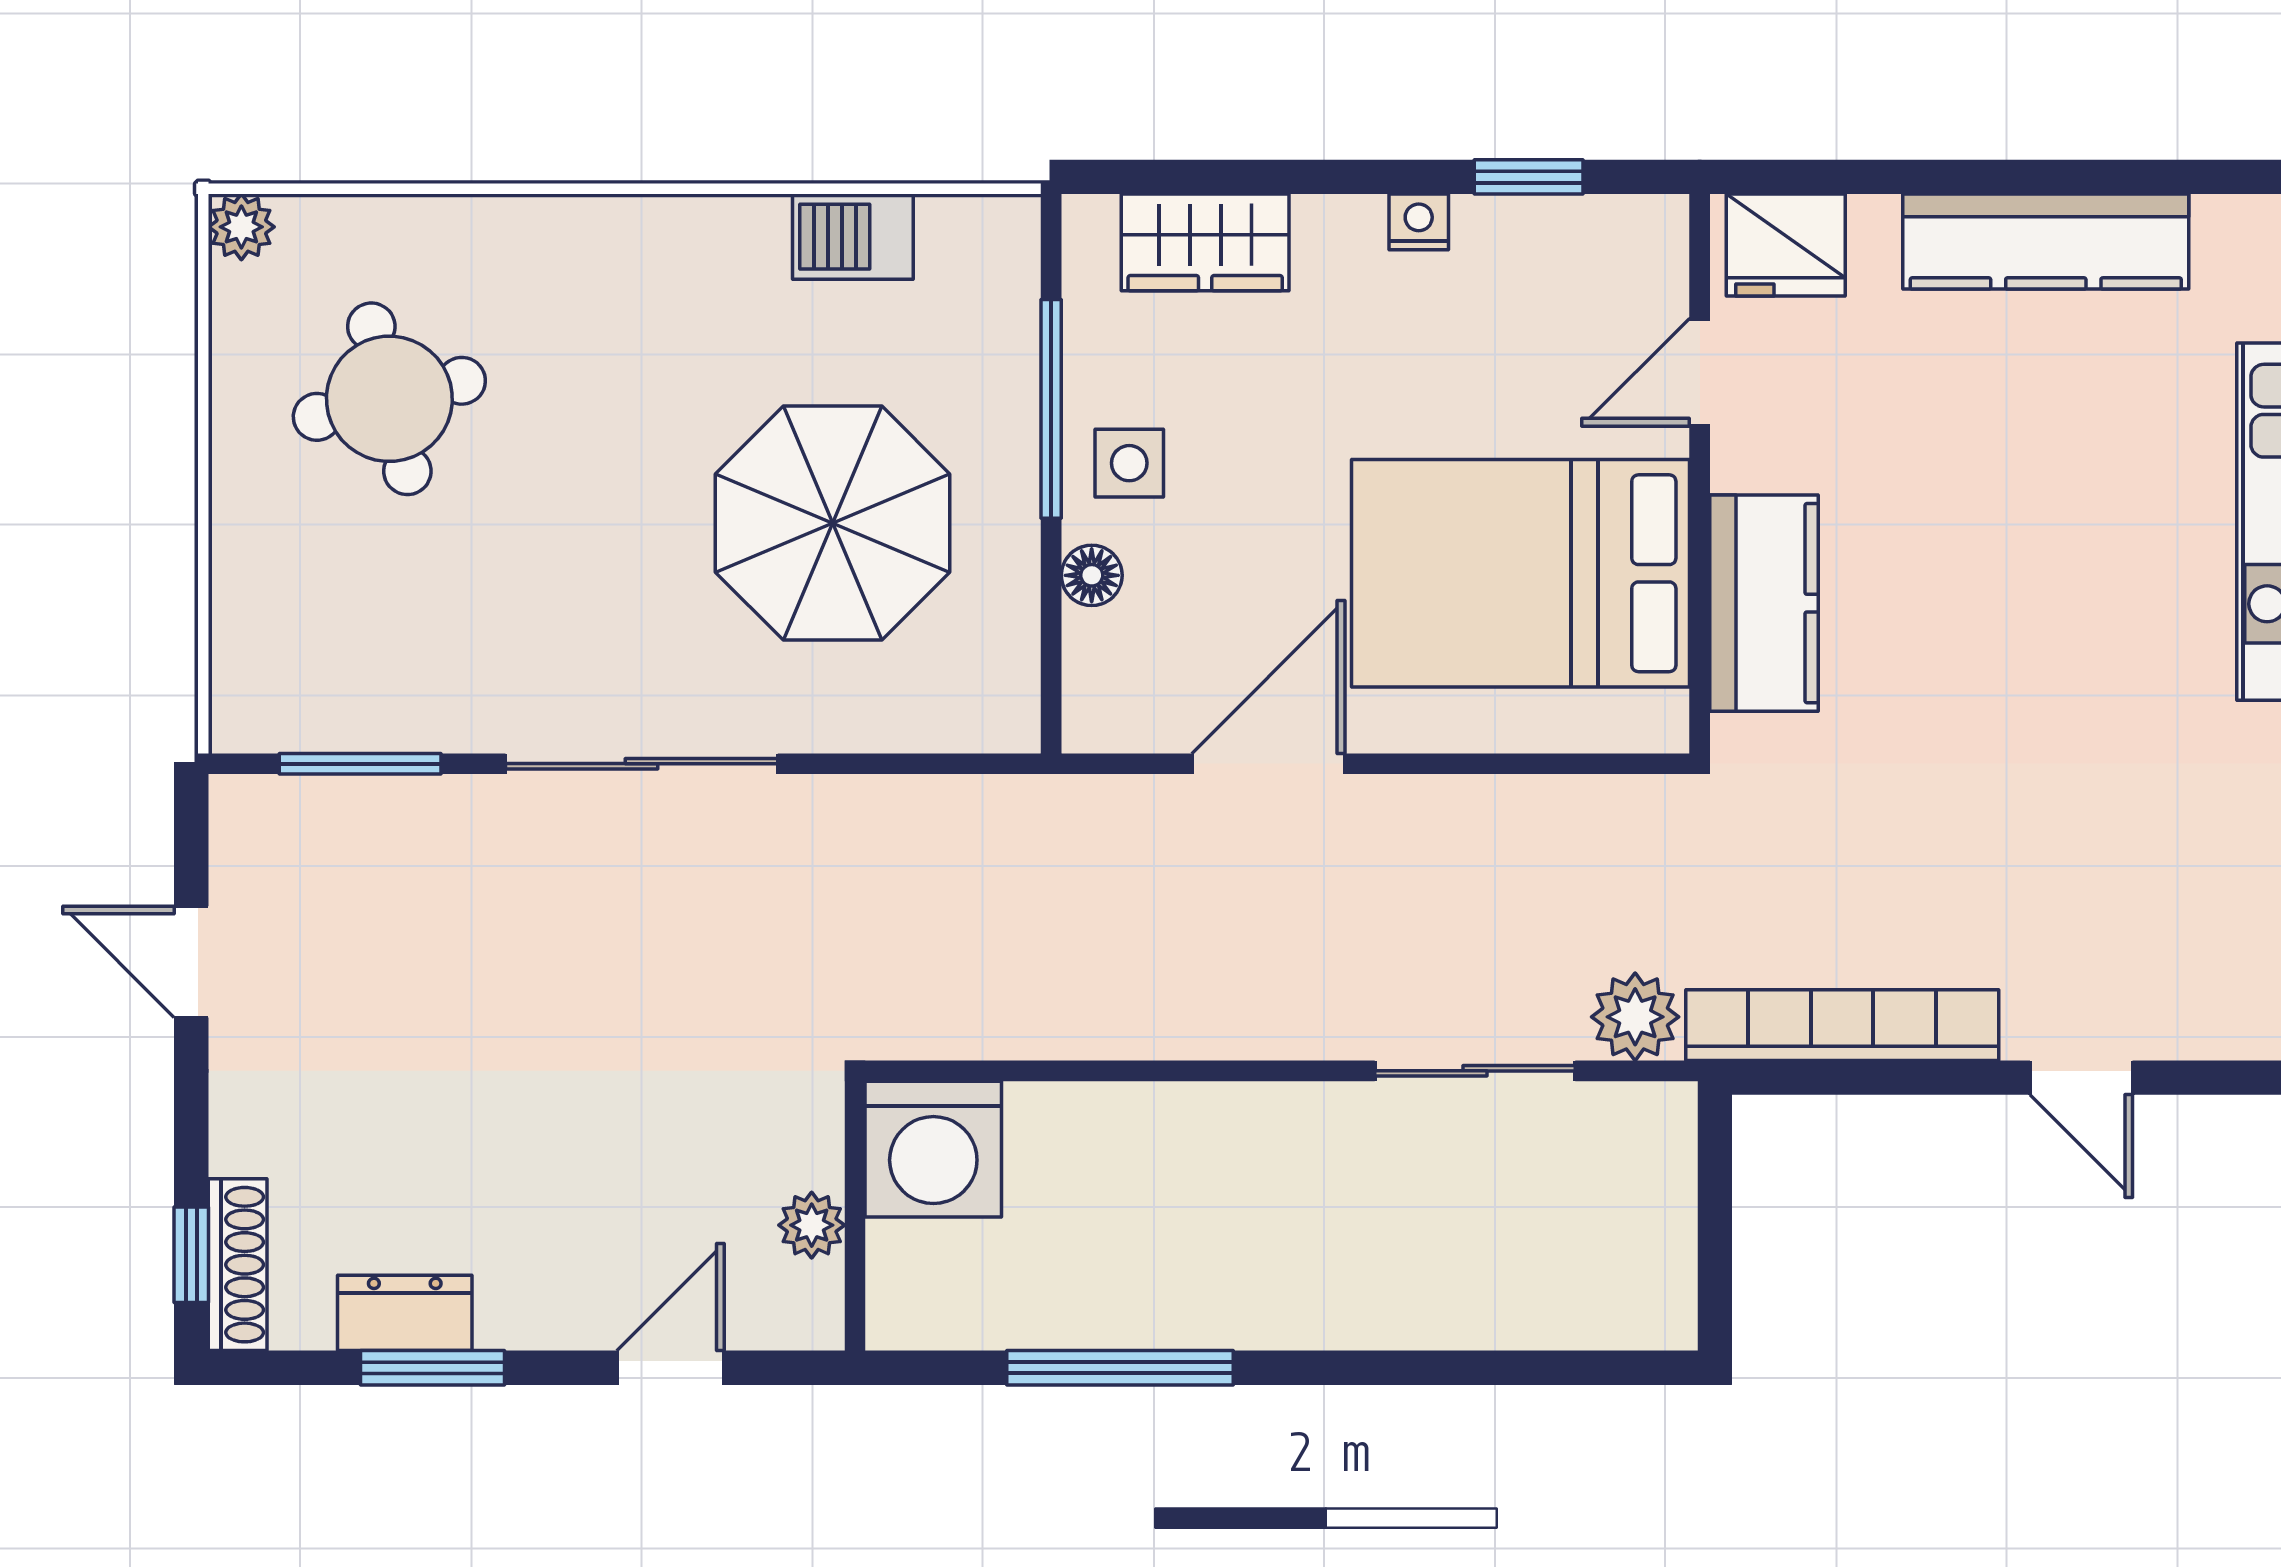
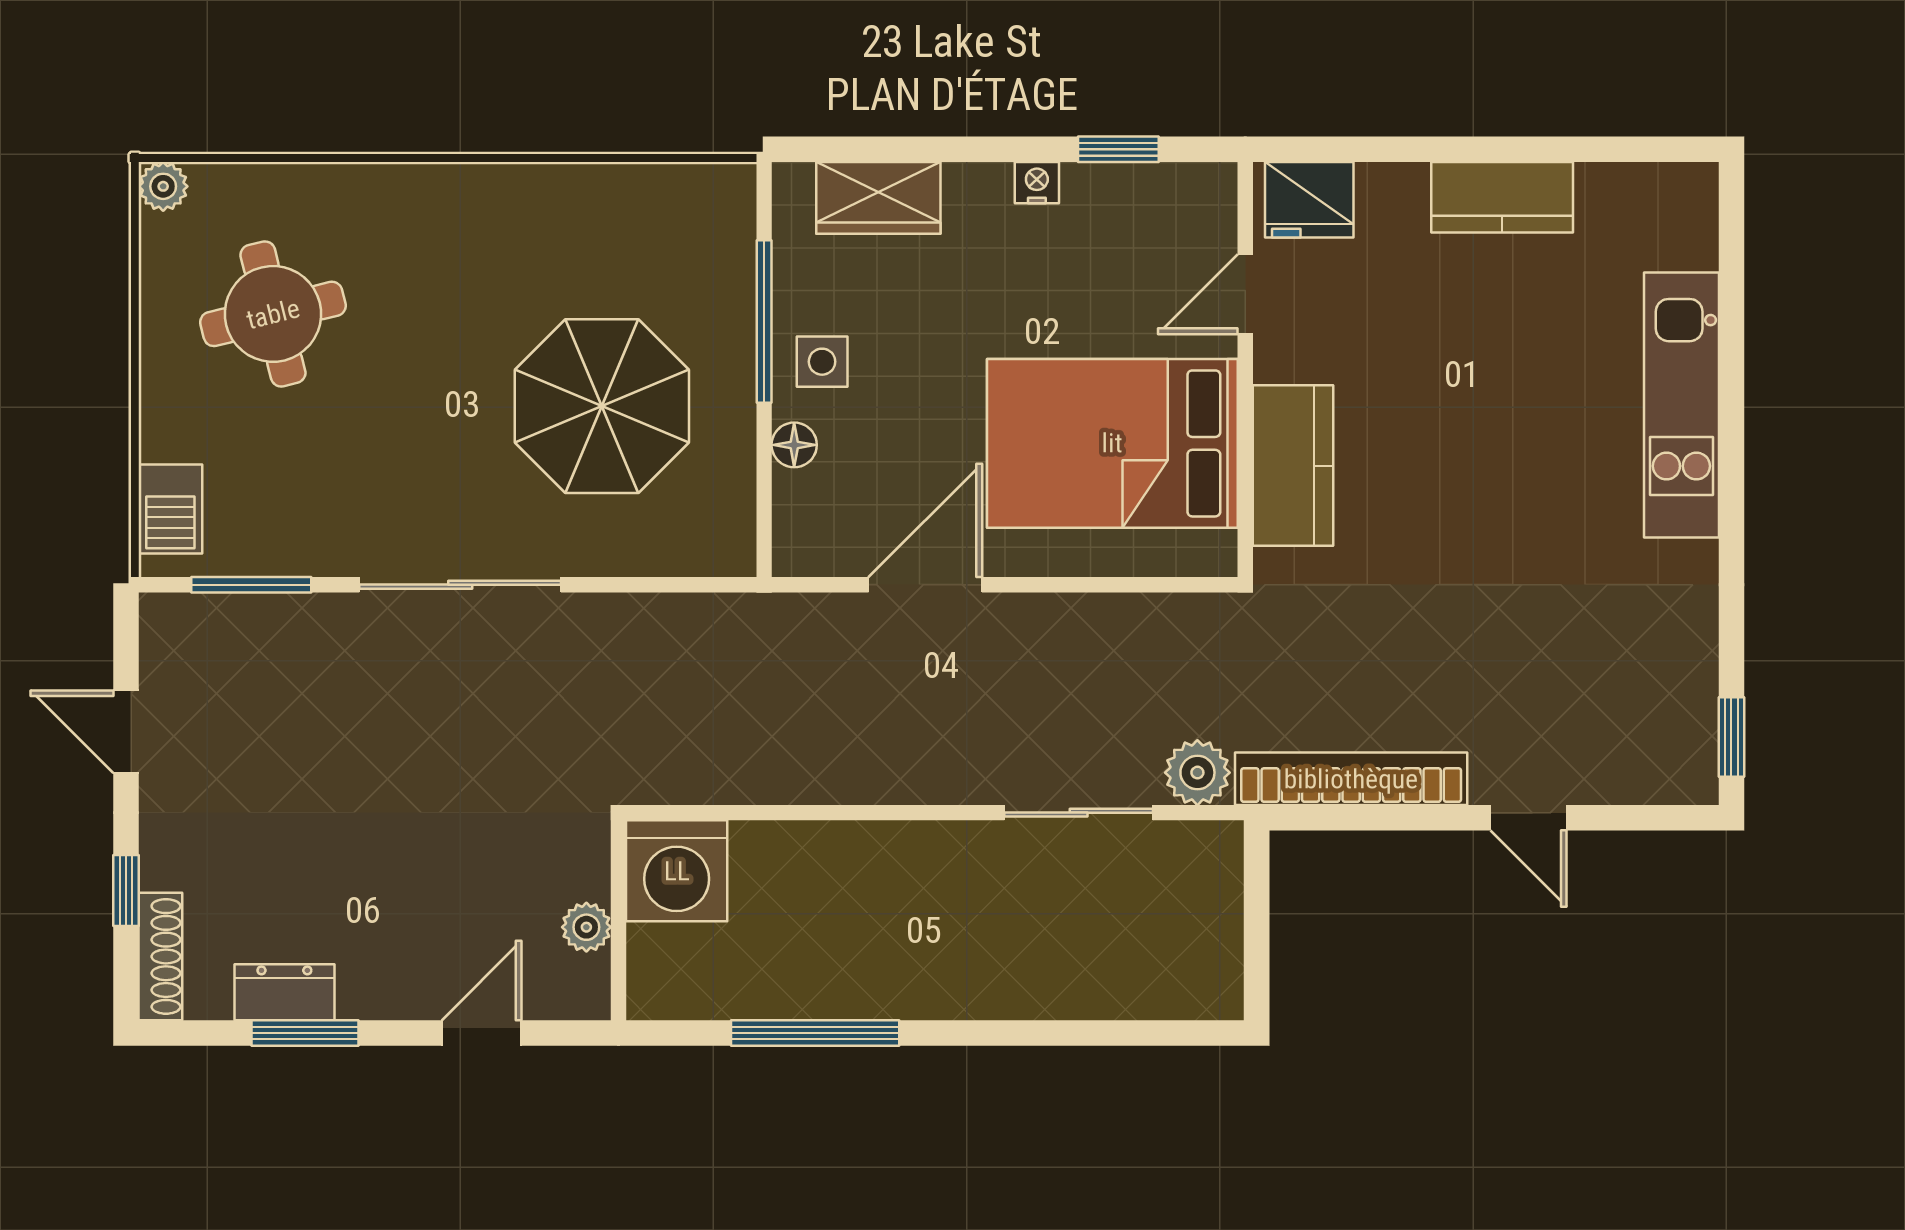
barbecue: (853, 237) -> (170, 509), moved, turned -90
kitchen counter: (2046, 242) -> (1502, 197), width x0.67
window: (191, 1255) -> (126, 891), moved

